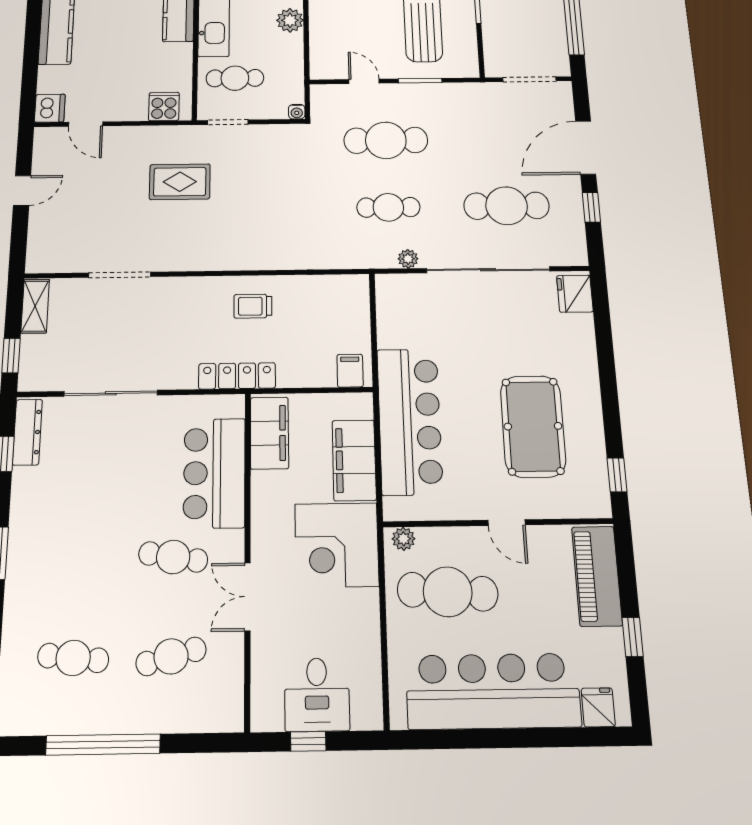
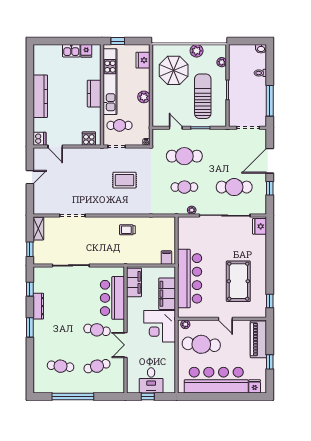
rug: (180, 182) -> (124, 180), moved
locker: (237, 376) -> (121, 259), removed
dresser: (27, 432) -> (38, 306), moved

